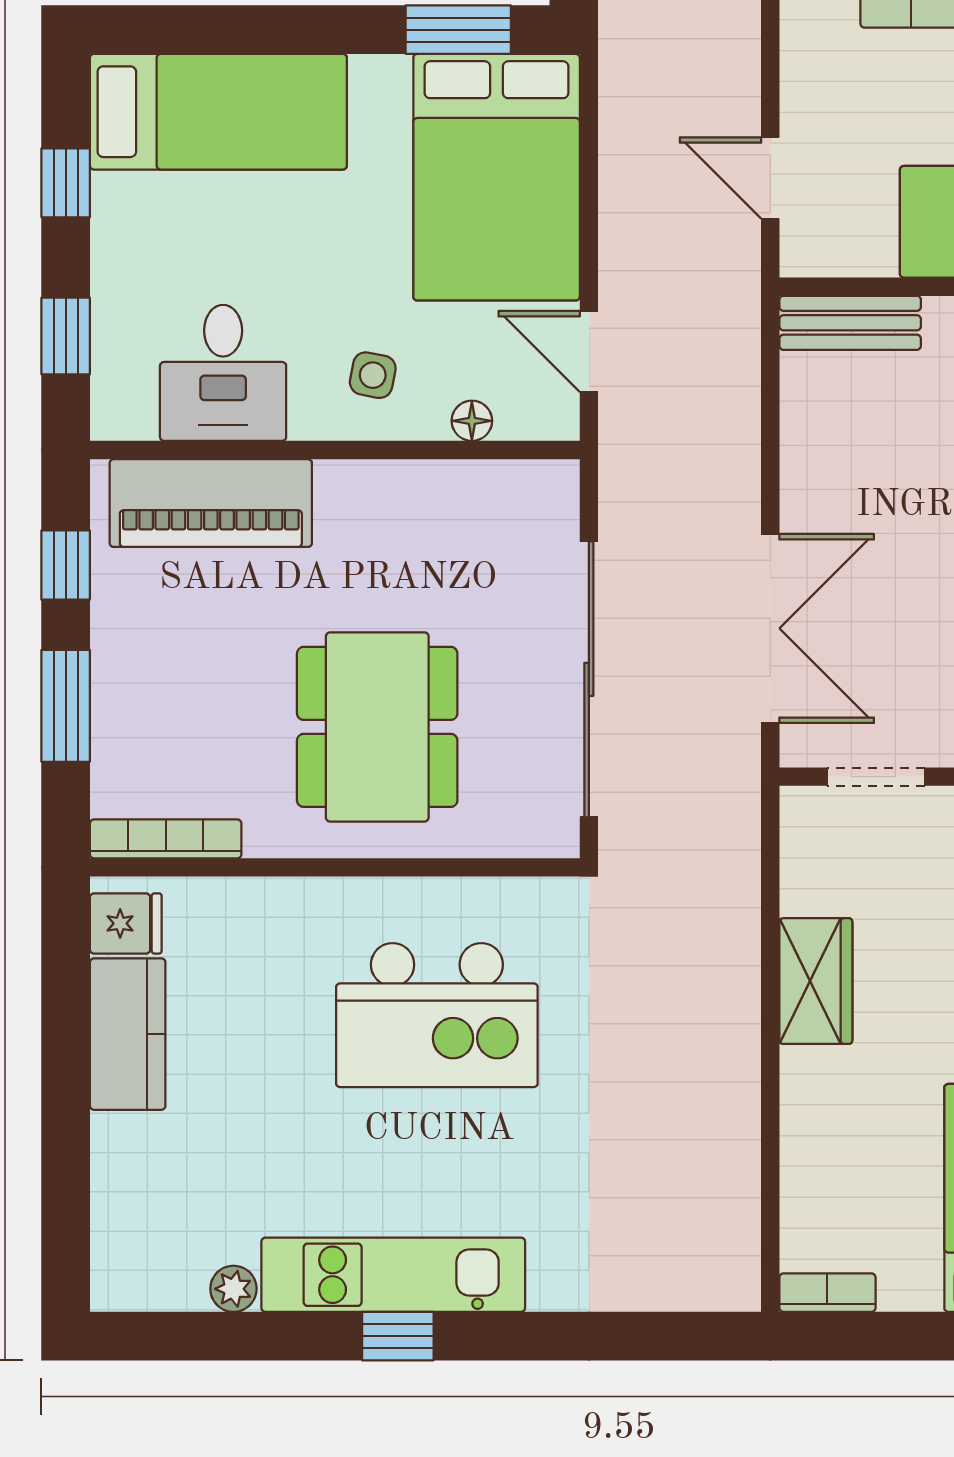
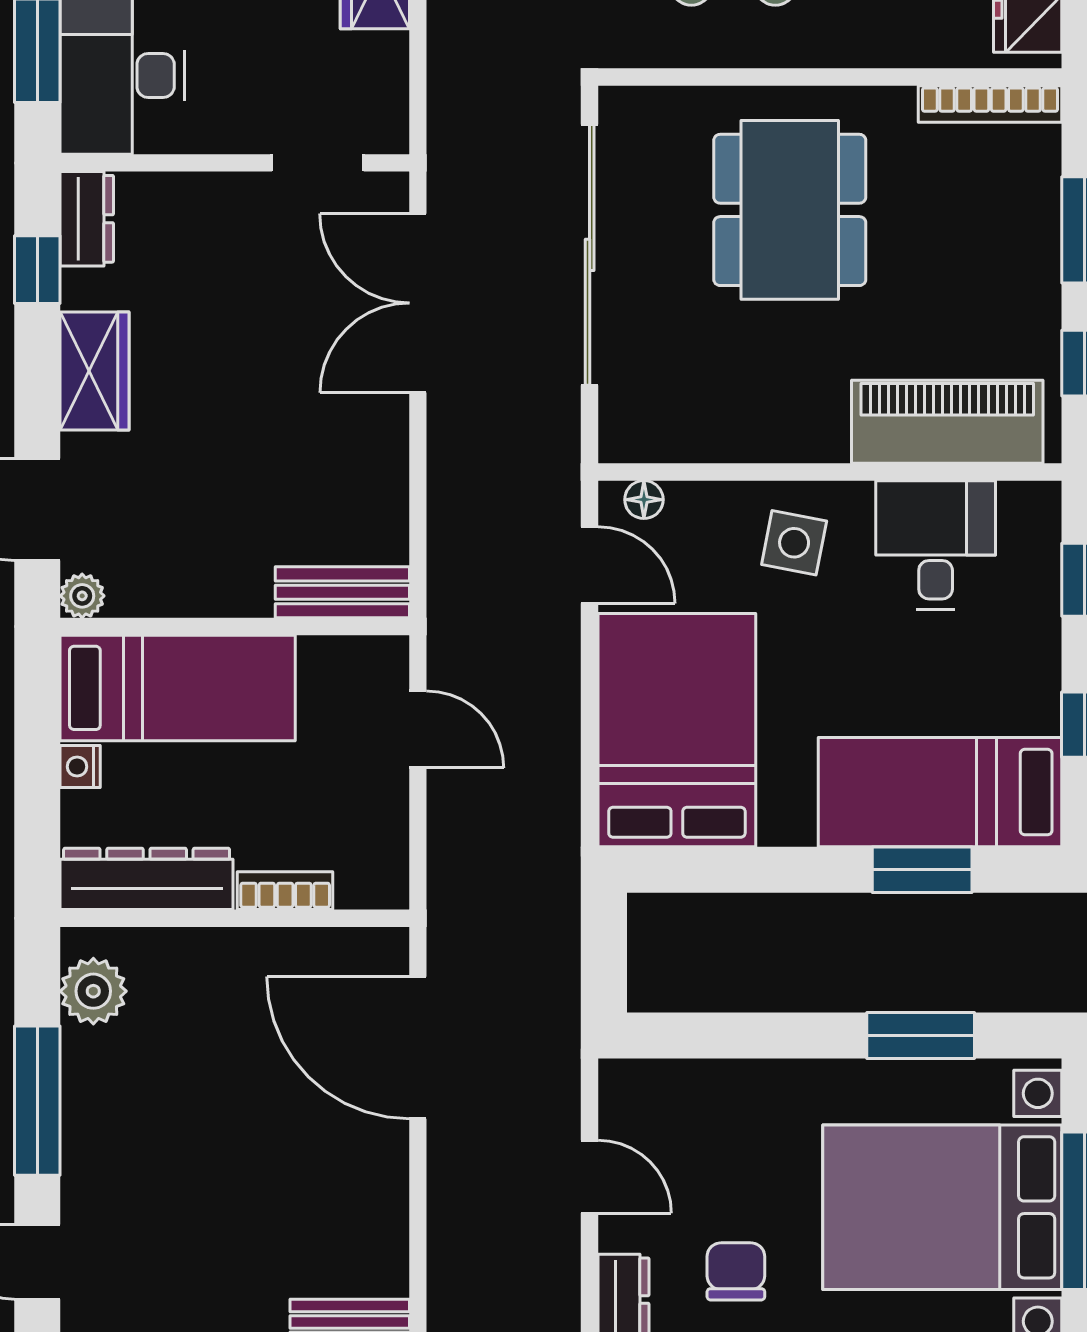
window: (458, 30) -> (922, 870), moved
side table: (373, 375) -> (794, 543), width x1.37, depth x1.37
floor lamp: (472, 421) -> (644, 500), moved

